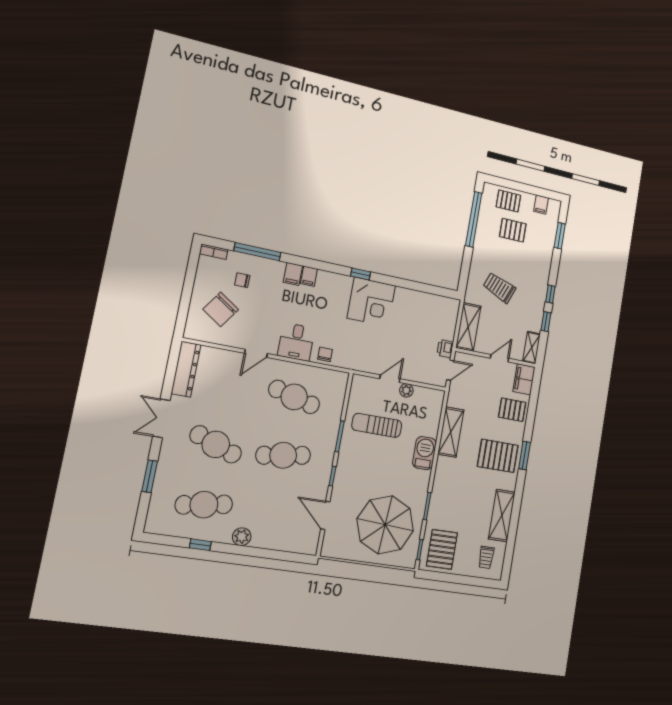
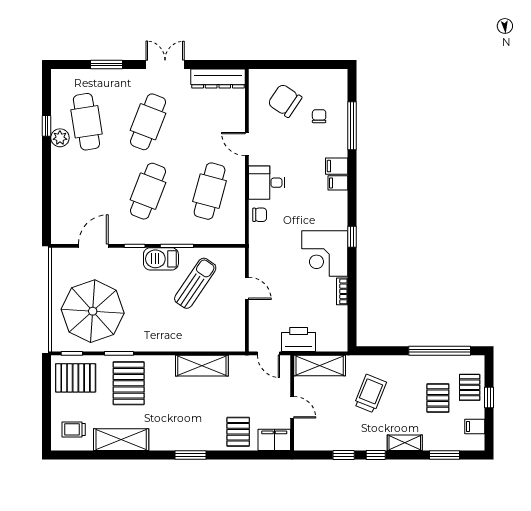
window: (520, 187) -> (489, 398), added
bookcase: (214, 252) -> (342, 291), moved
shelving: (532, 348) -> (405, 443), moved
printer: (445, 349) -> (299, 340), width x1.87, depth x1.48
plant: (406, 390) -> (238, 309), removed
sun lounger: (377, 425) -> (195, 283), turned 34
barbecue: (424, 453) -> (161, 259), moved, turned 180
cafe table: (283, 455) -> (148, 191), turned 30
pallet: (498, 456) -> (129, 383), moved
plant: (242, 537) -> (60, 138), moved

